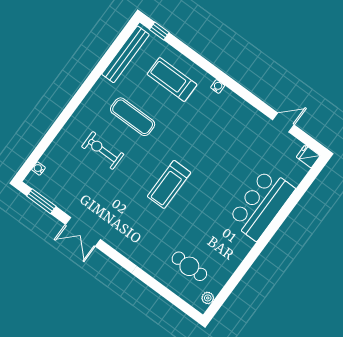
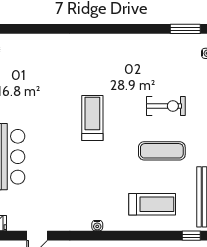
water cooler: (218, 87) -> (97, 226), moved
double door: (83, 232) -> (133, 29), removed
cafe table: (189, 266) -> (27, 64), removed

